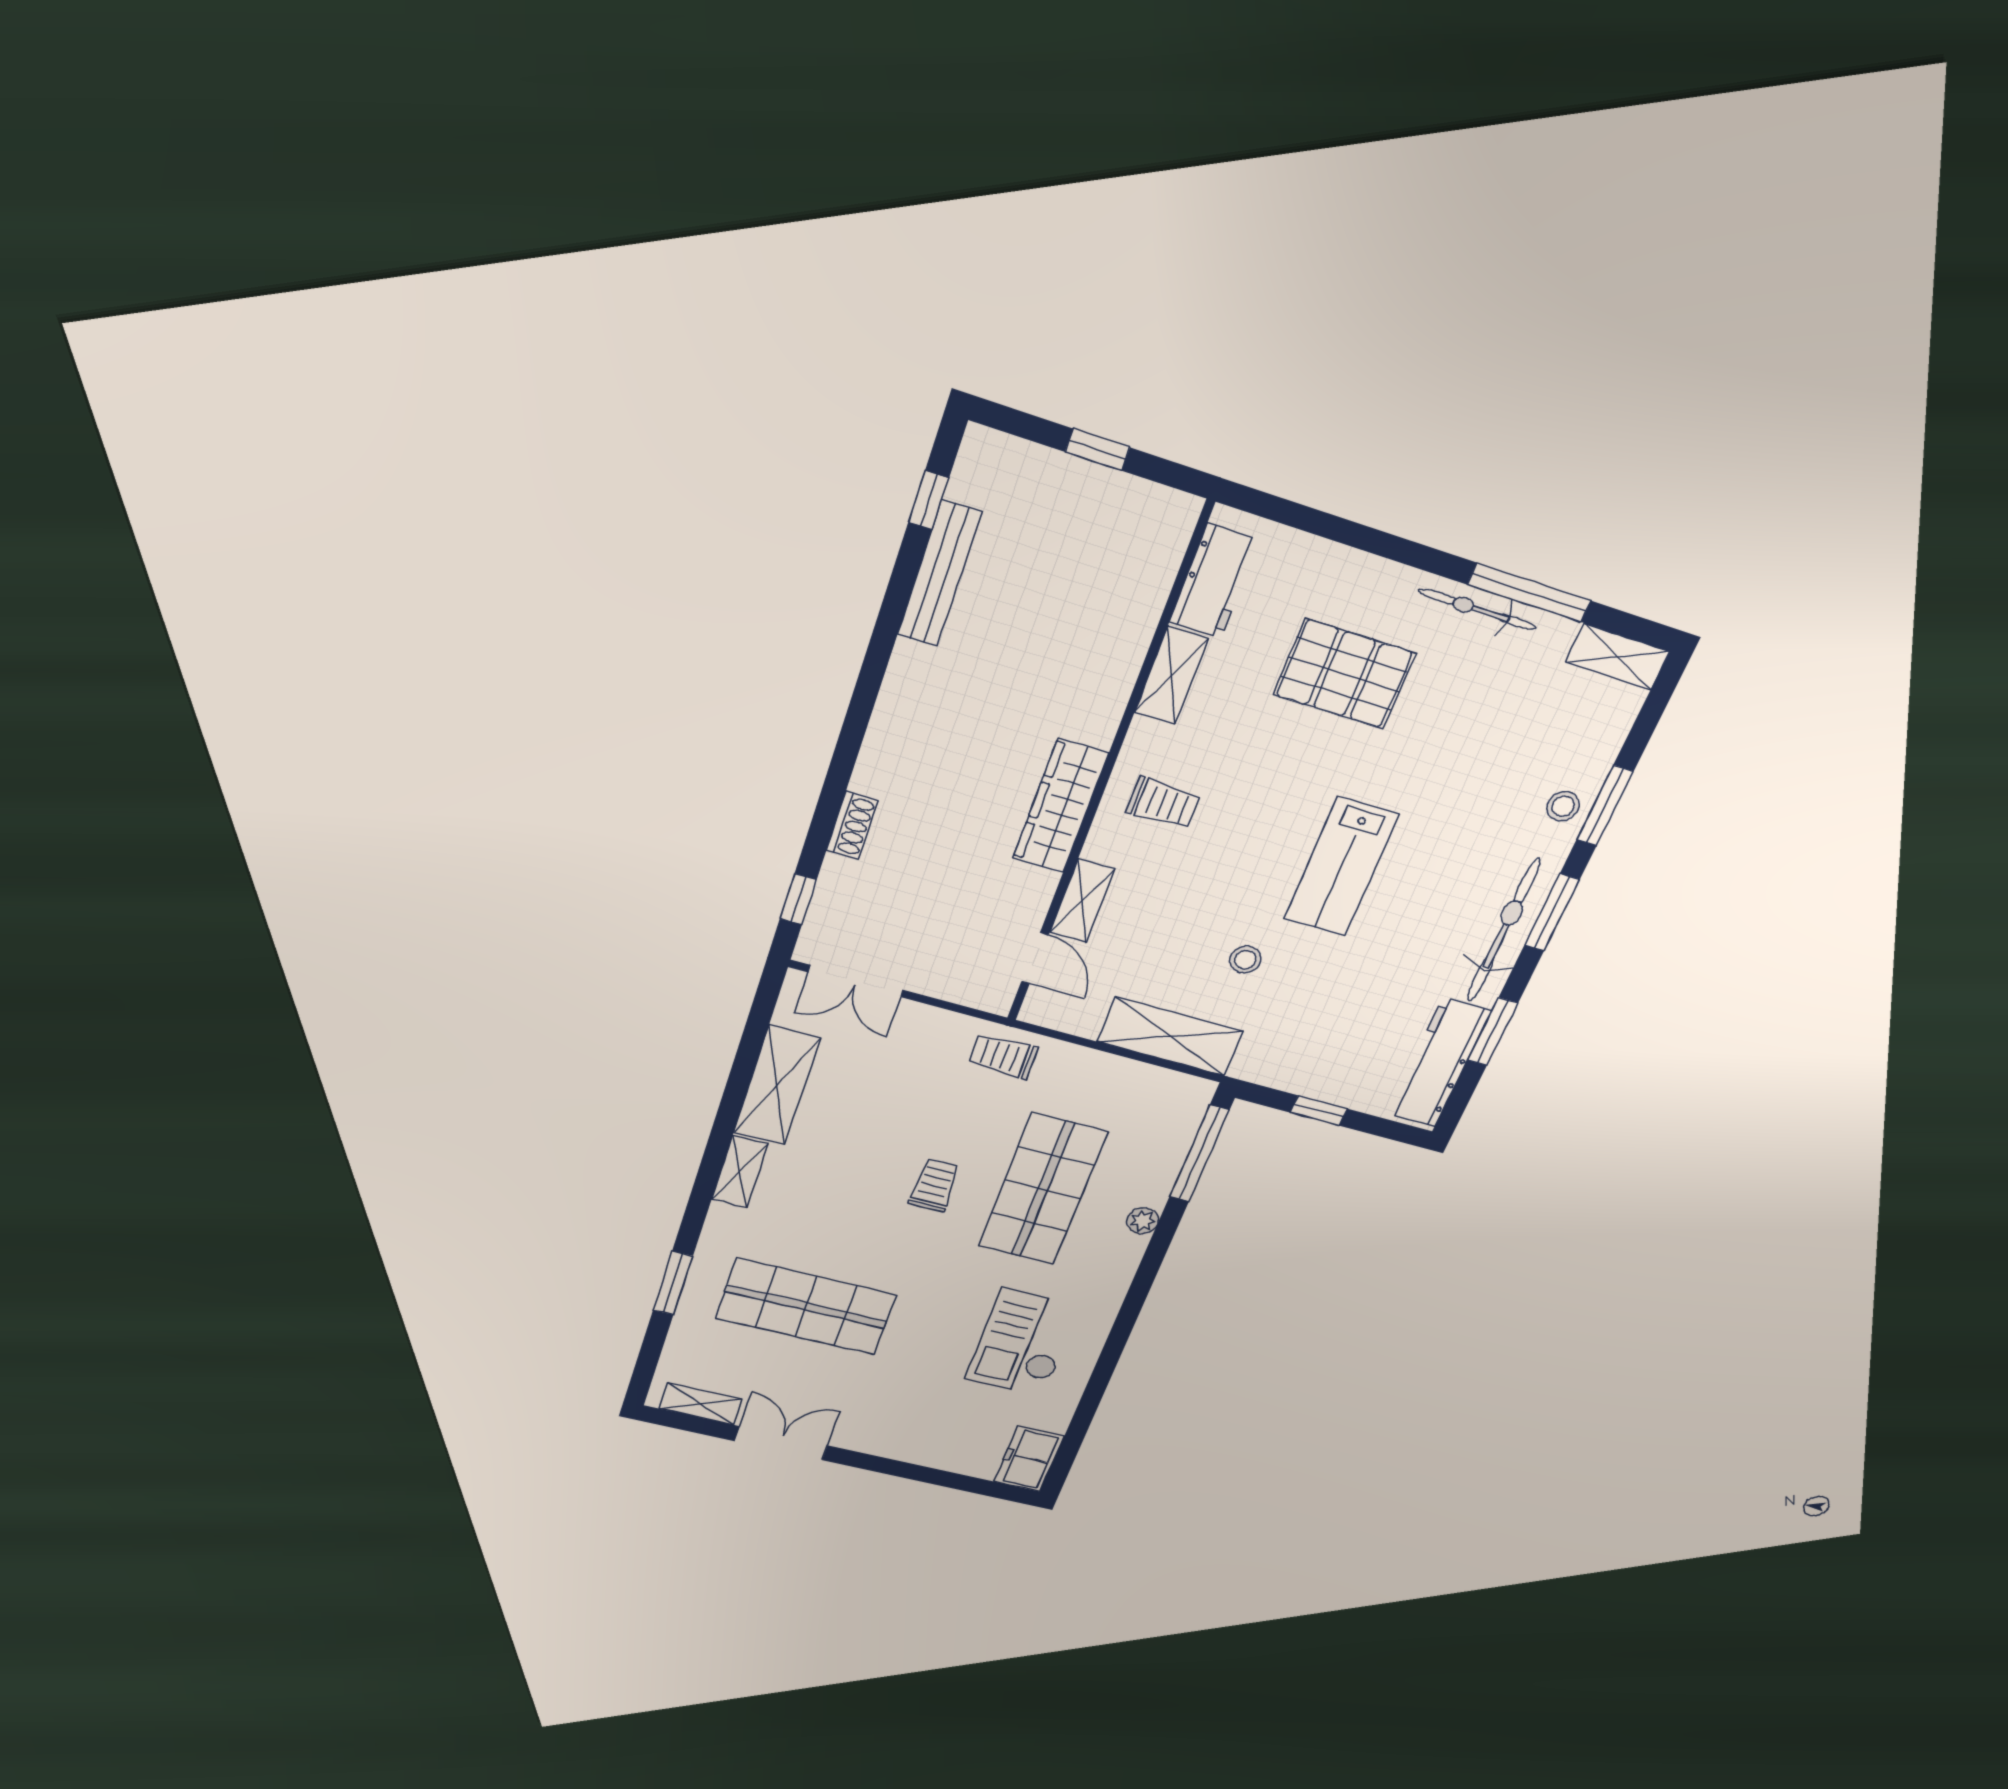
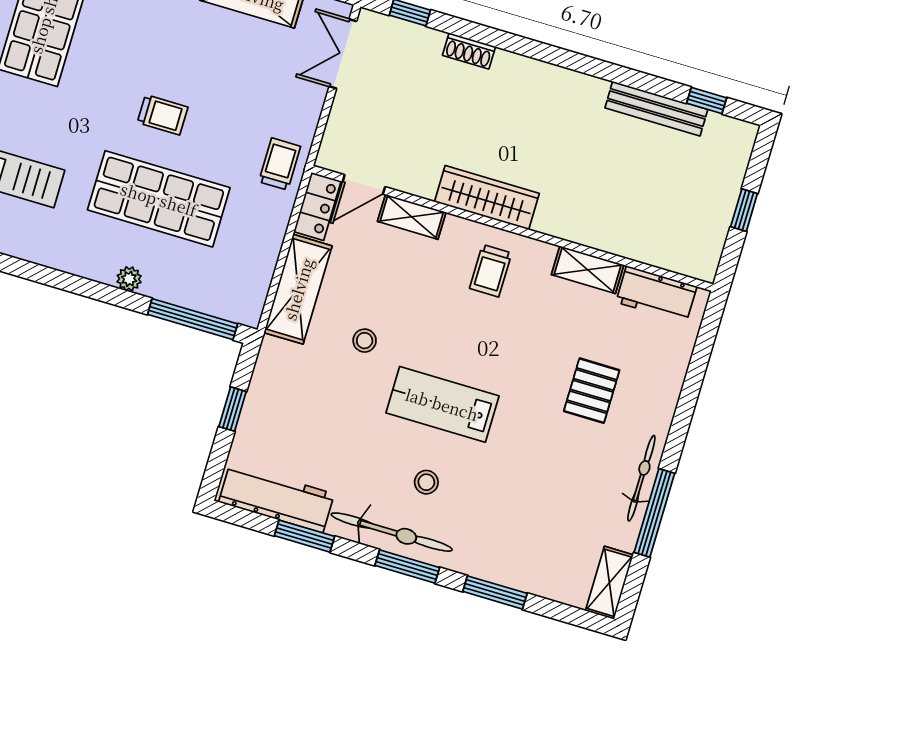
pallet: (1344, 674) -> (592, 391), width x0.67, depth x0.71
stool: (1563, 806) -> (426, 482), moved
locker: (1062, 1013) -> (317, 206), added

